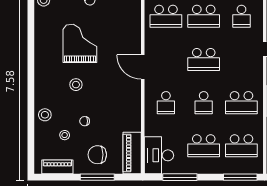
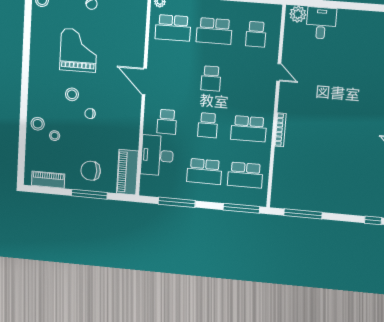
school desk: (204, 59) -> (211, 78), width x0.54
chair: (85, 121) -> (90, 114), moved
stool: (65, 135) -> (55, 136), moved
desk: (159, 155) -> (157, 155), moved

